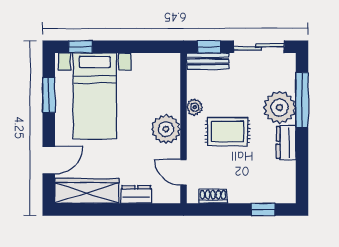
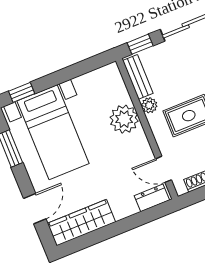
bench: (208, 61) -> (138, 77), moved, turned 90
plant: (166, 129) -> (124, 119), moved
dresser: (136, 194) -> (152, 198), moved

